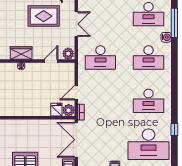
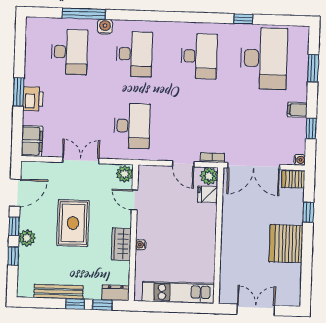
rug: (44, 16) -> (73, 223), moved

